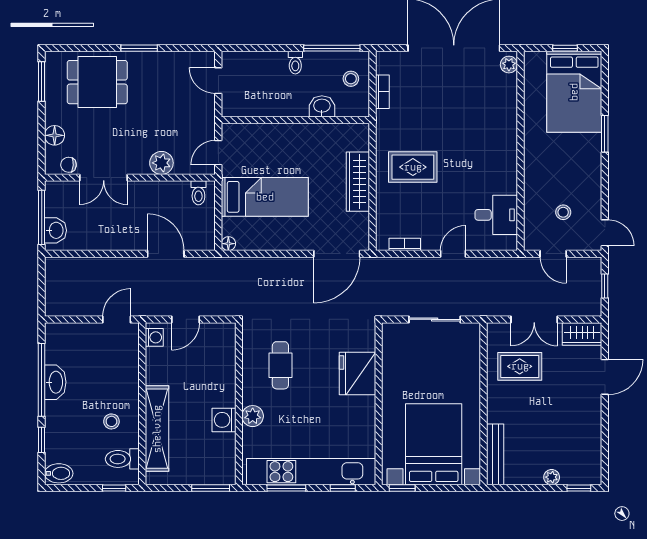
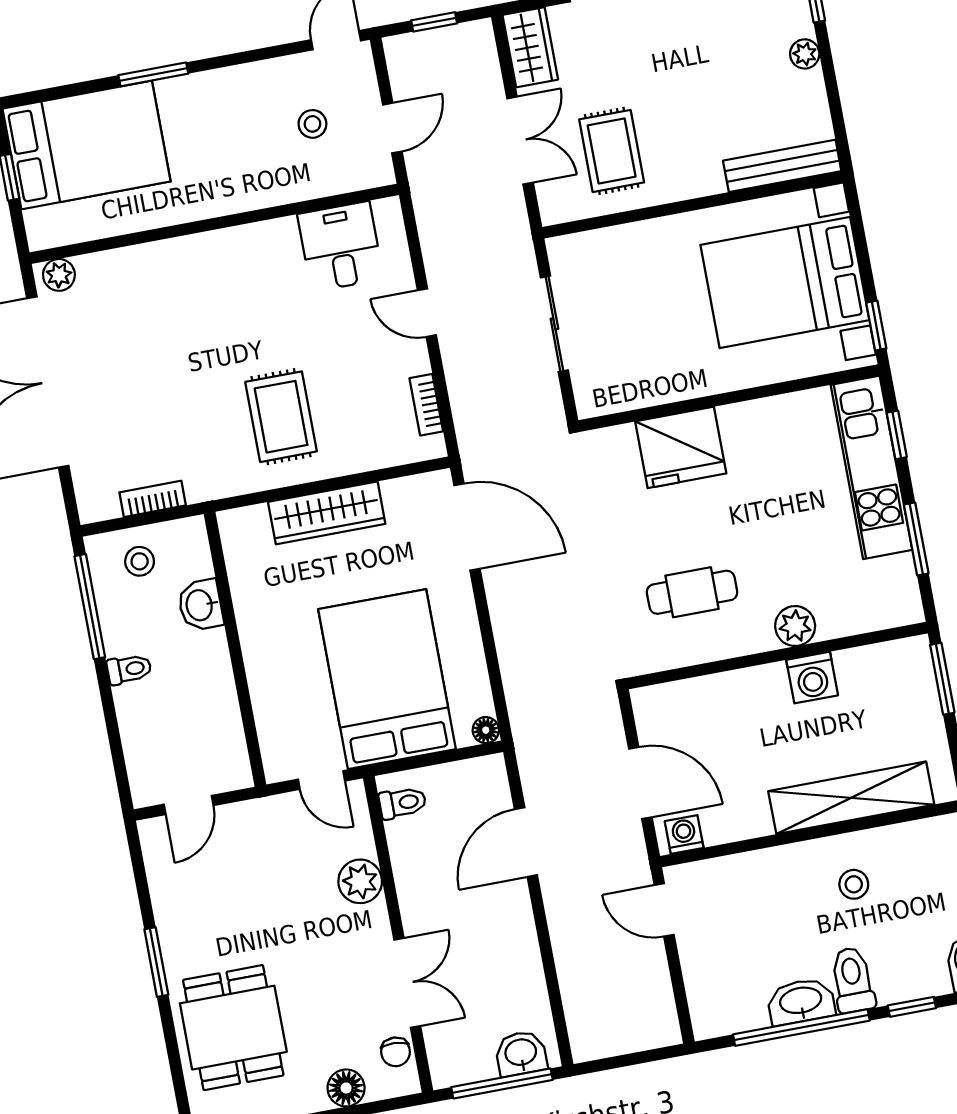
bed: (265, 197) -> (387, 679), width x1.50
door: (186, 319) -> (640, 783), width x1.38
toilet: (122, 459) -> (853, 980), moved, turned 180
kitchen unit: (311, 472) -> (871, 467), width x0.73

